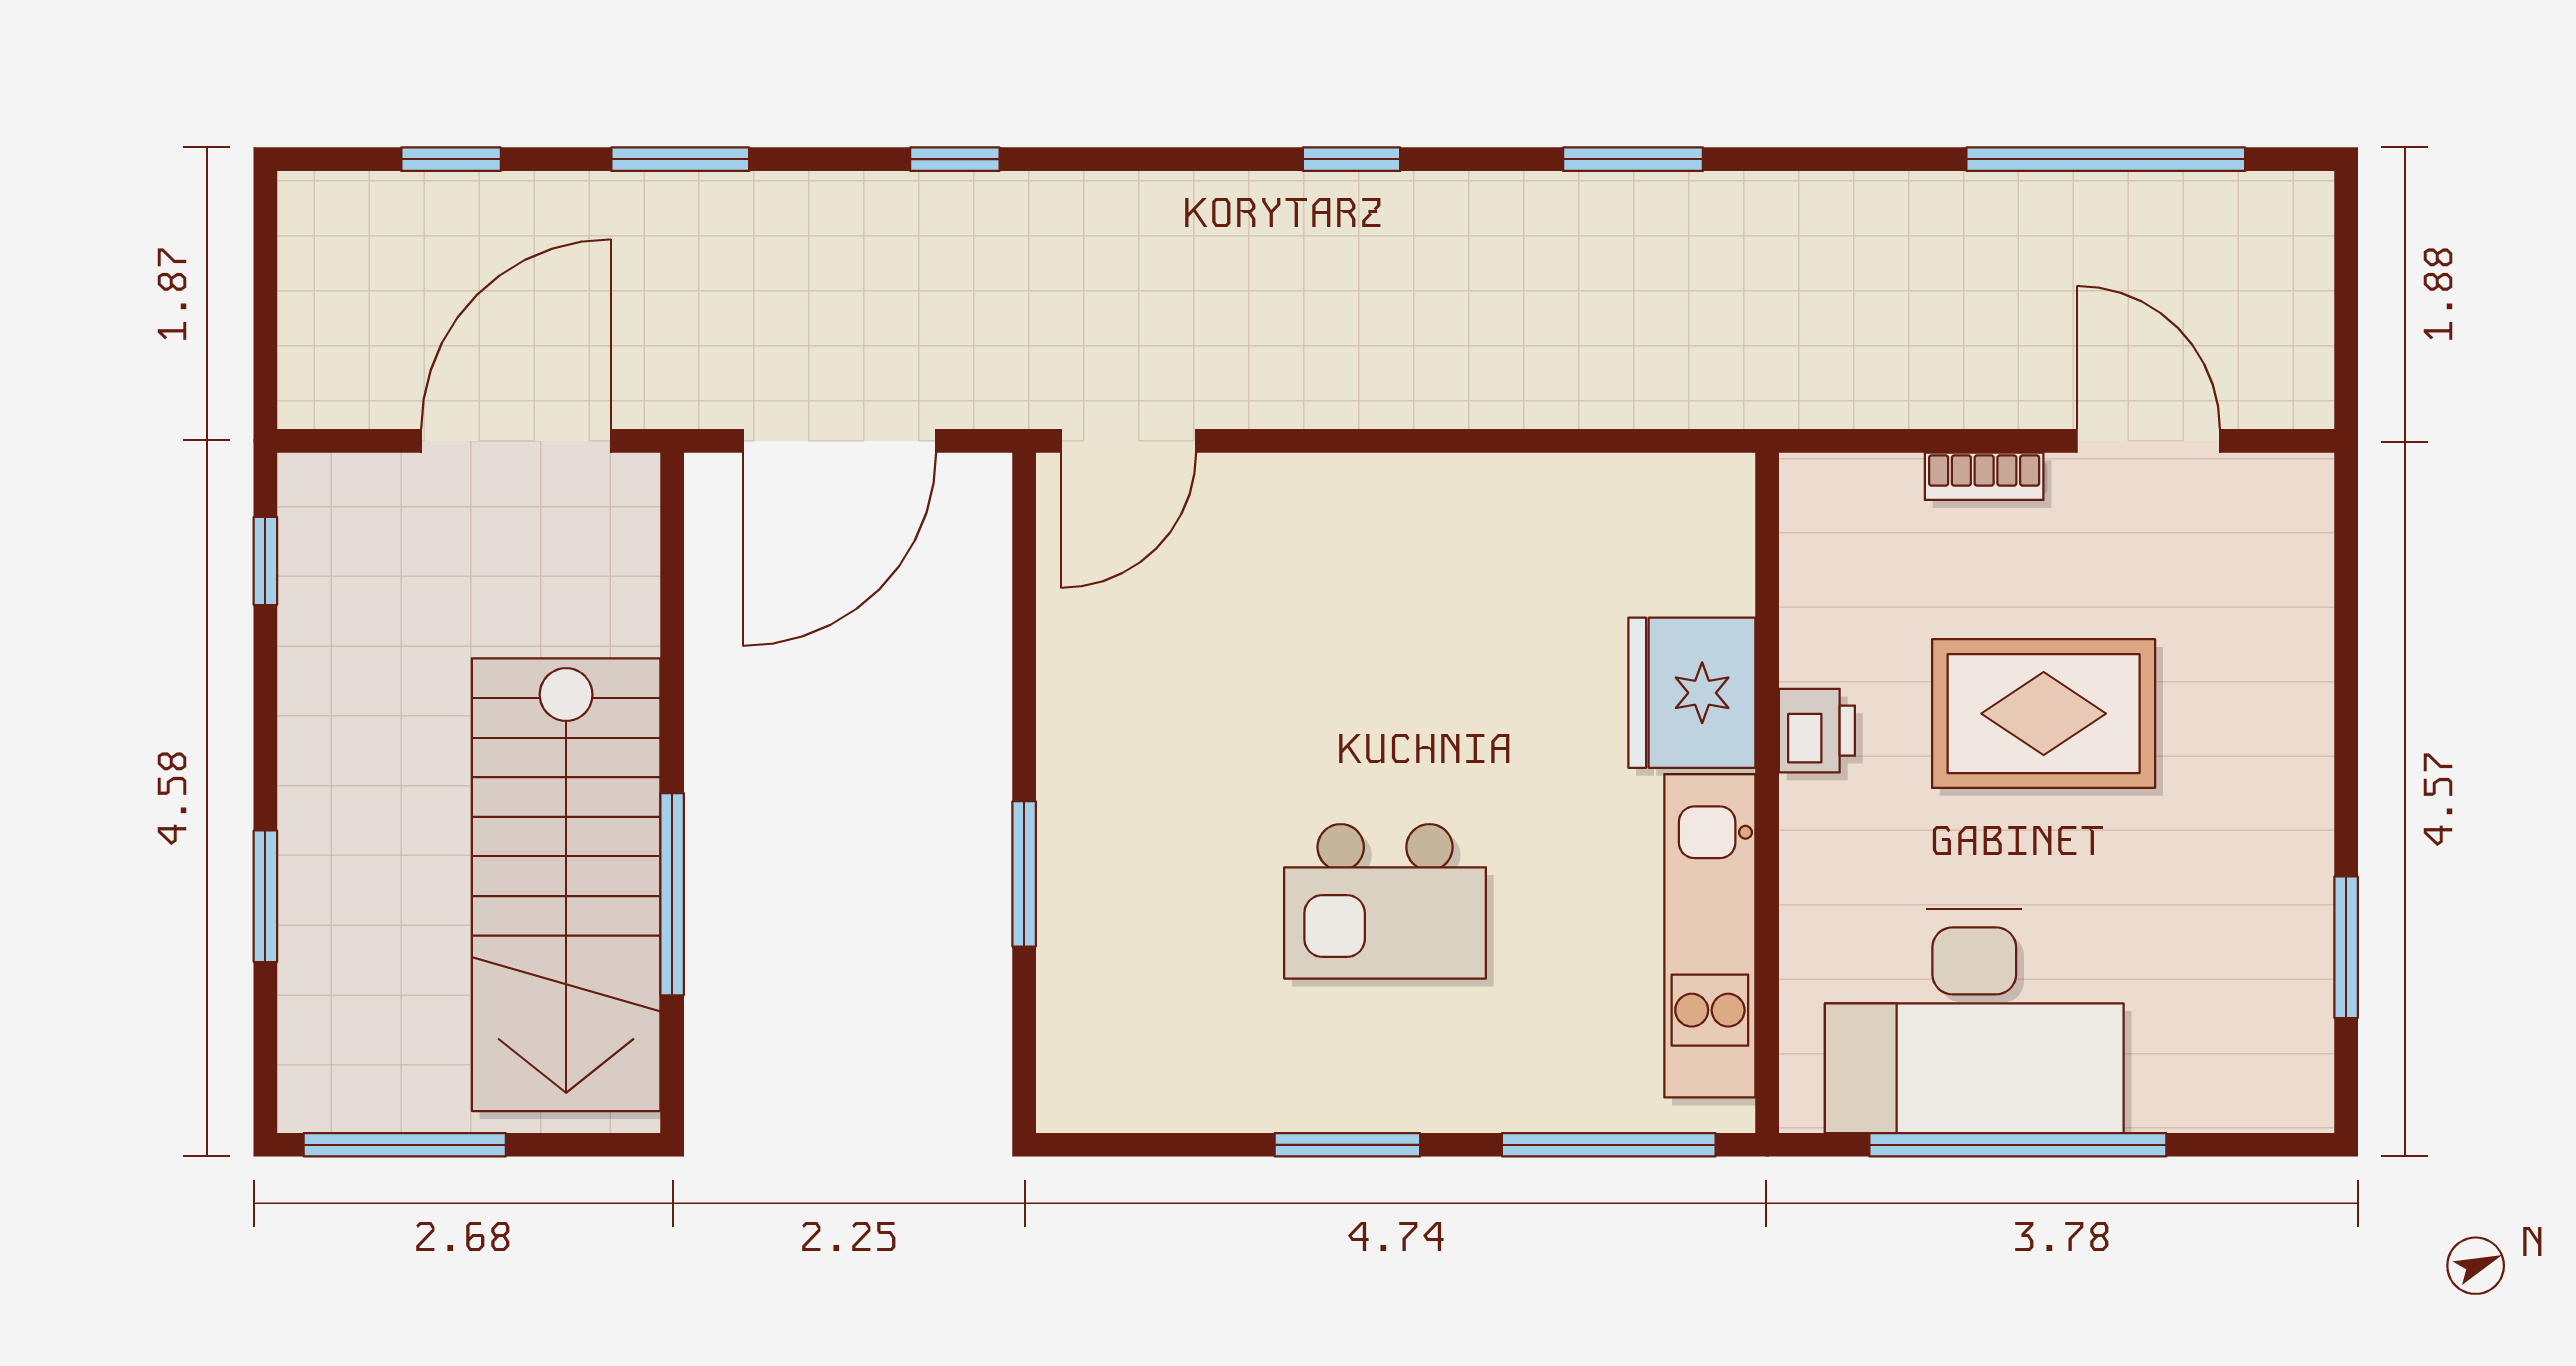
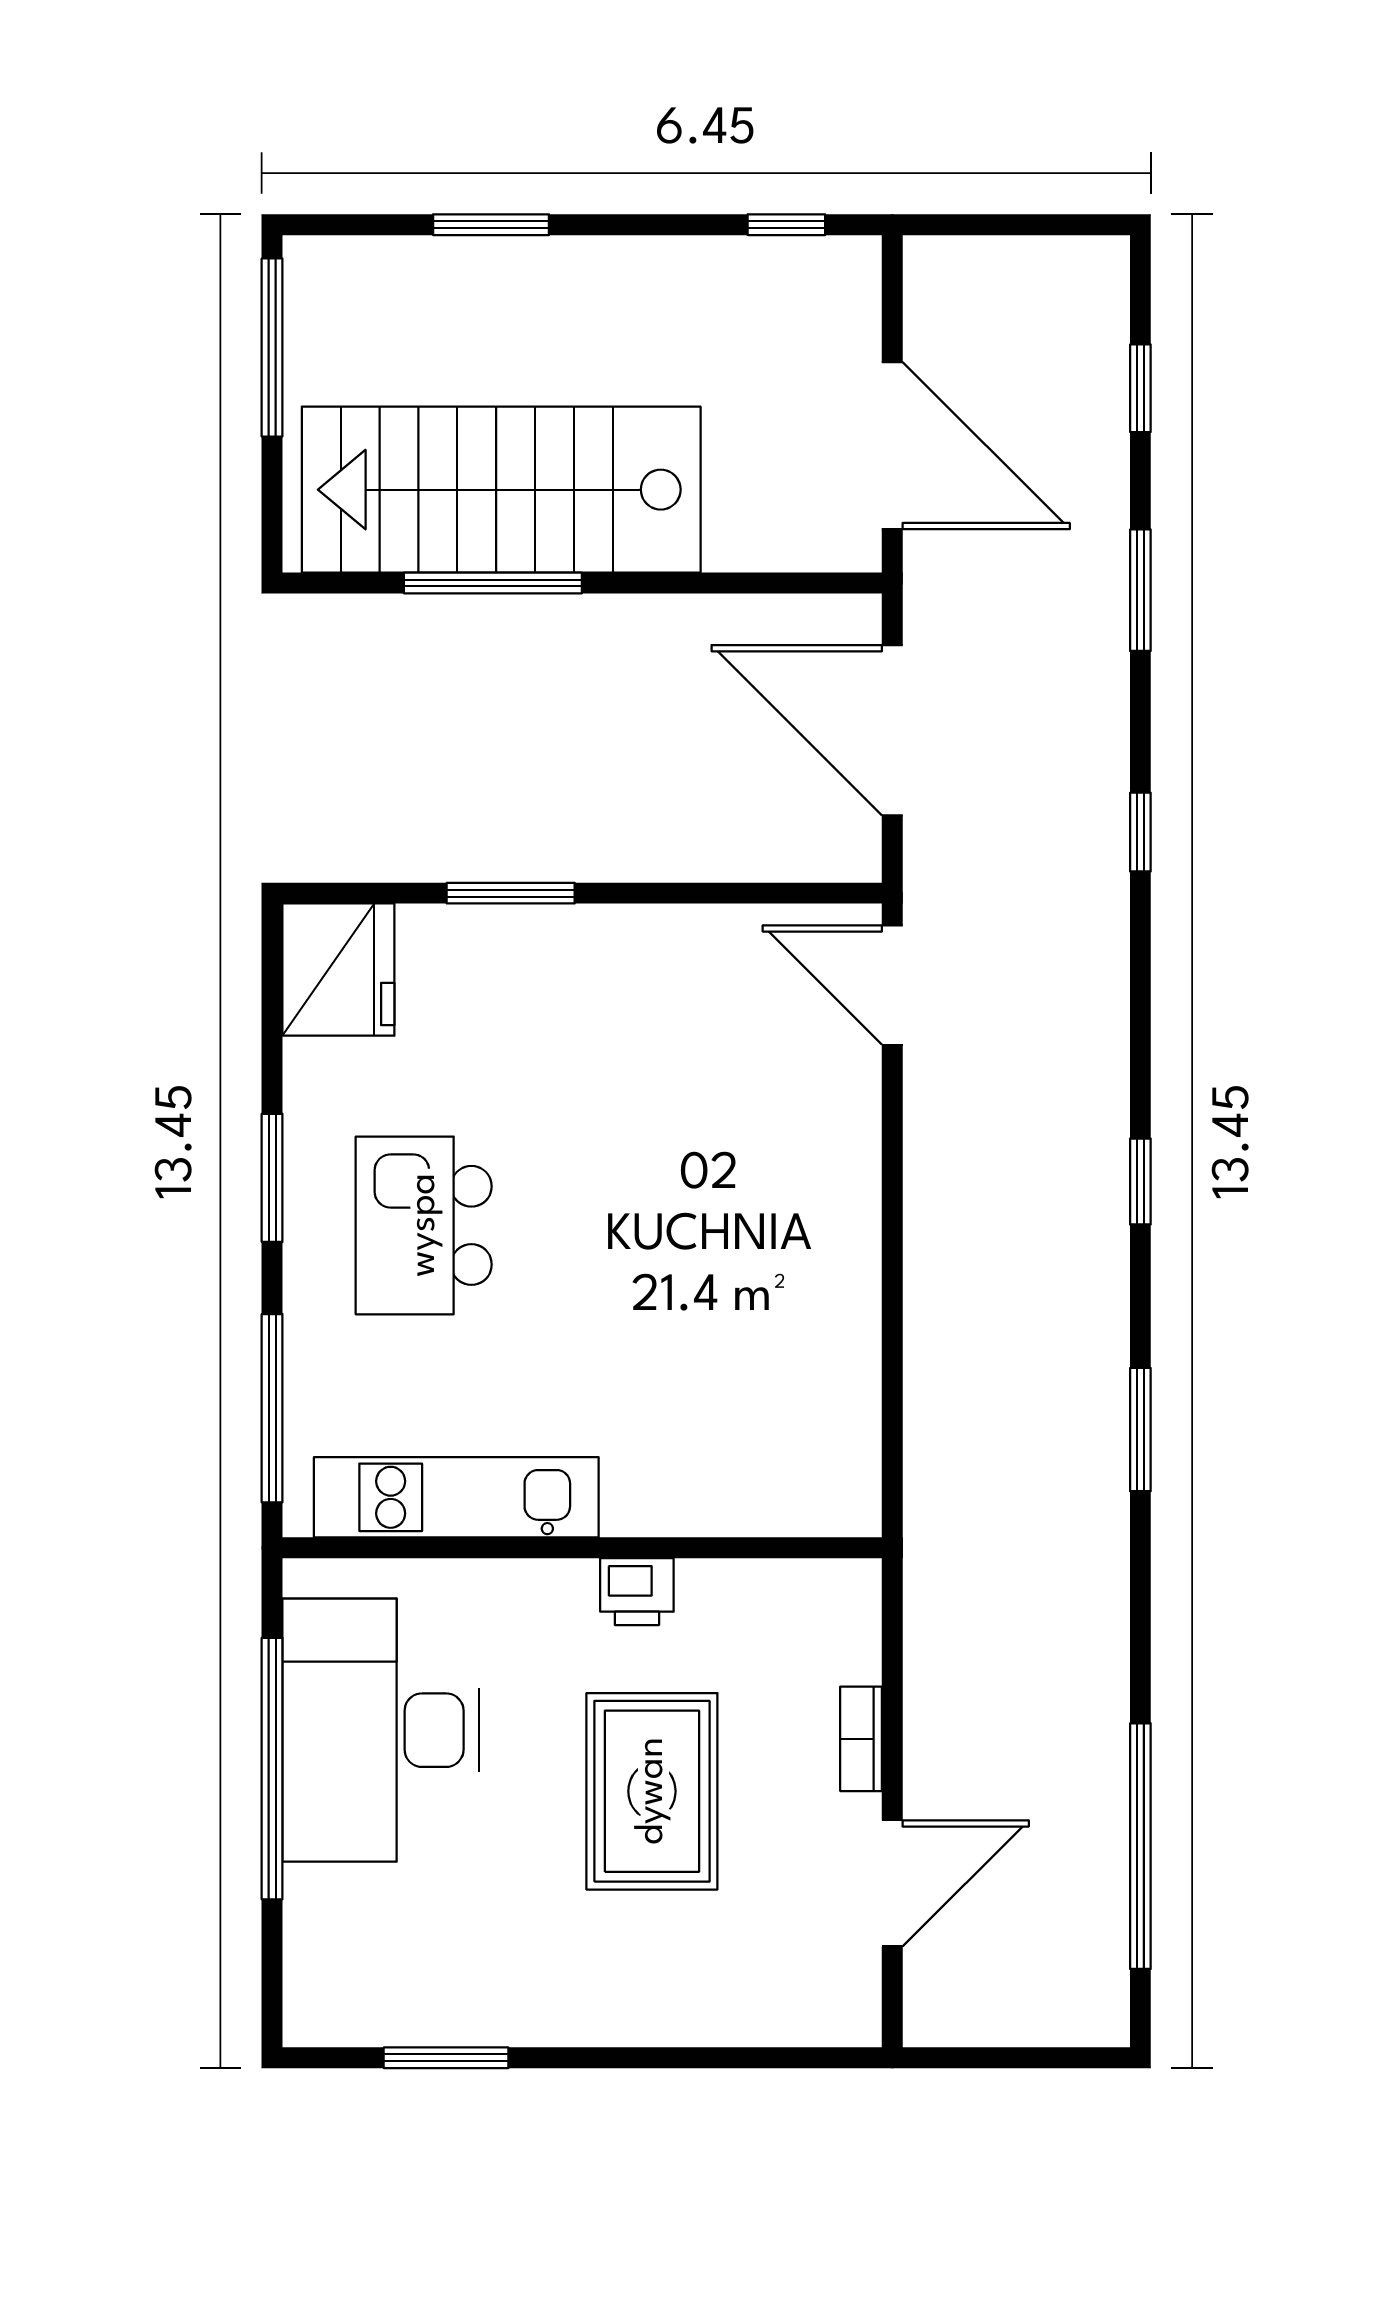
fridge: (1692, 693) -> (338, 970), moved, turned 90
kitchen island: (1385, 901) -> (424, 1225), moved

